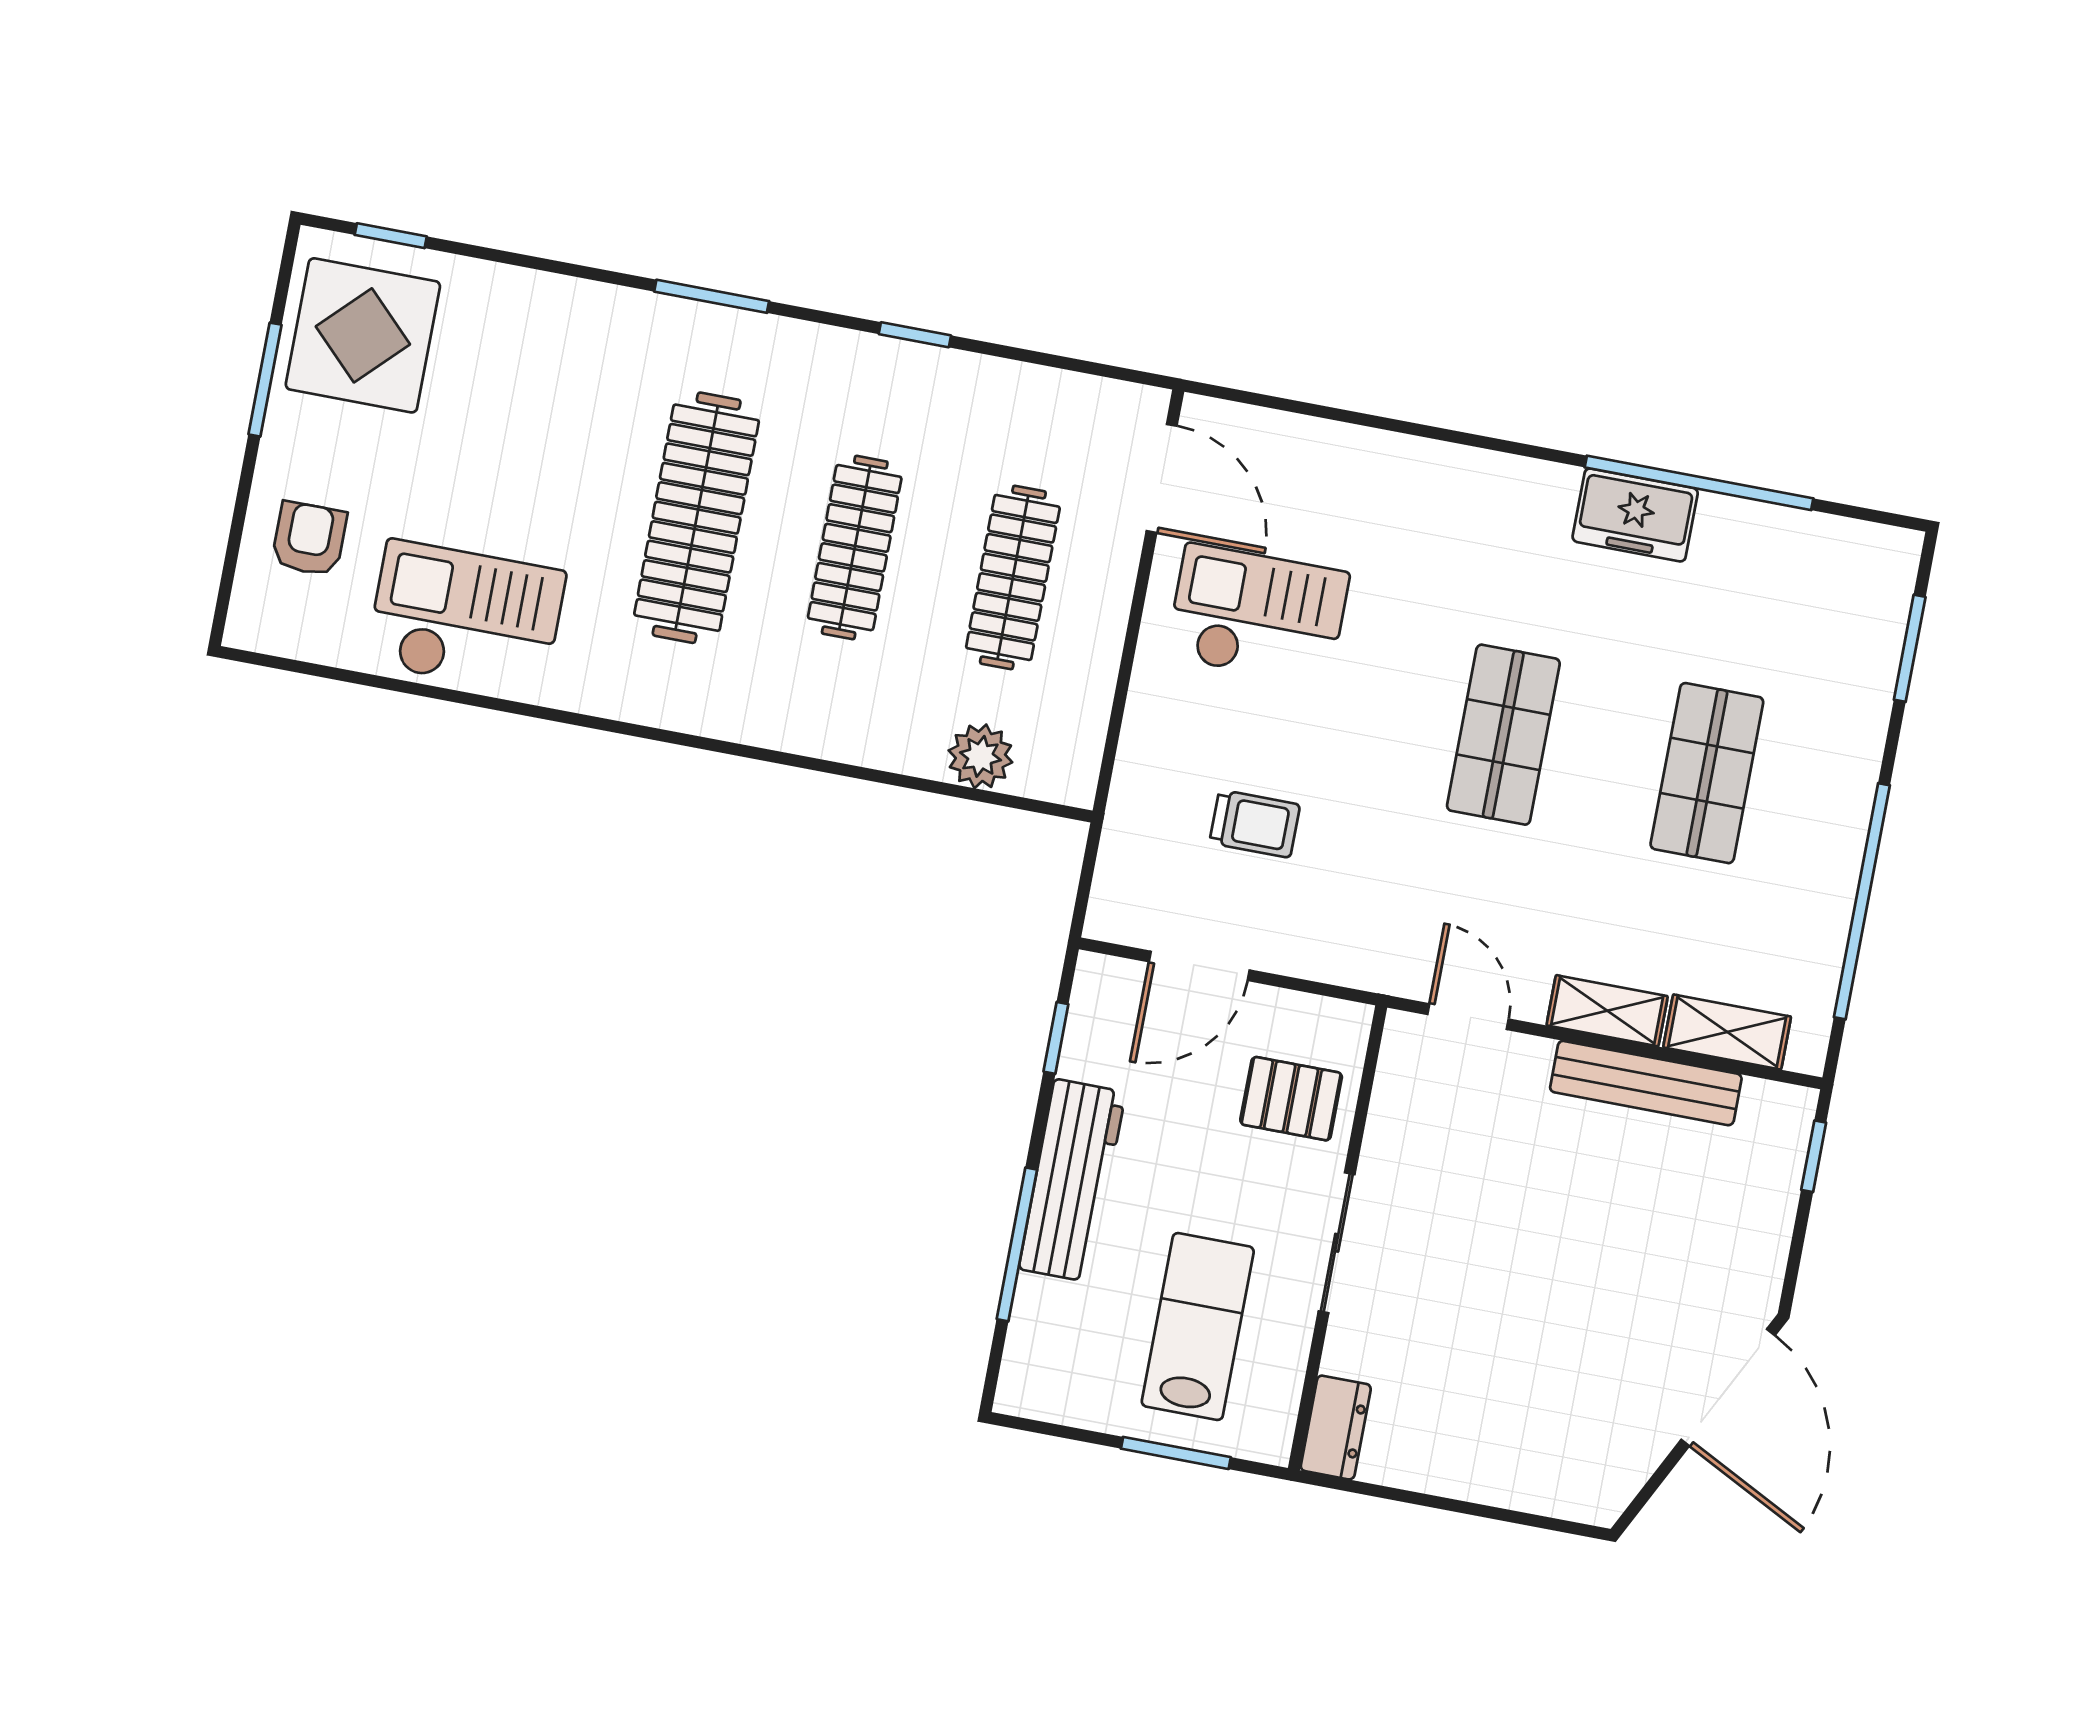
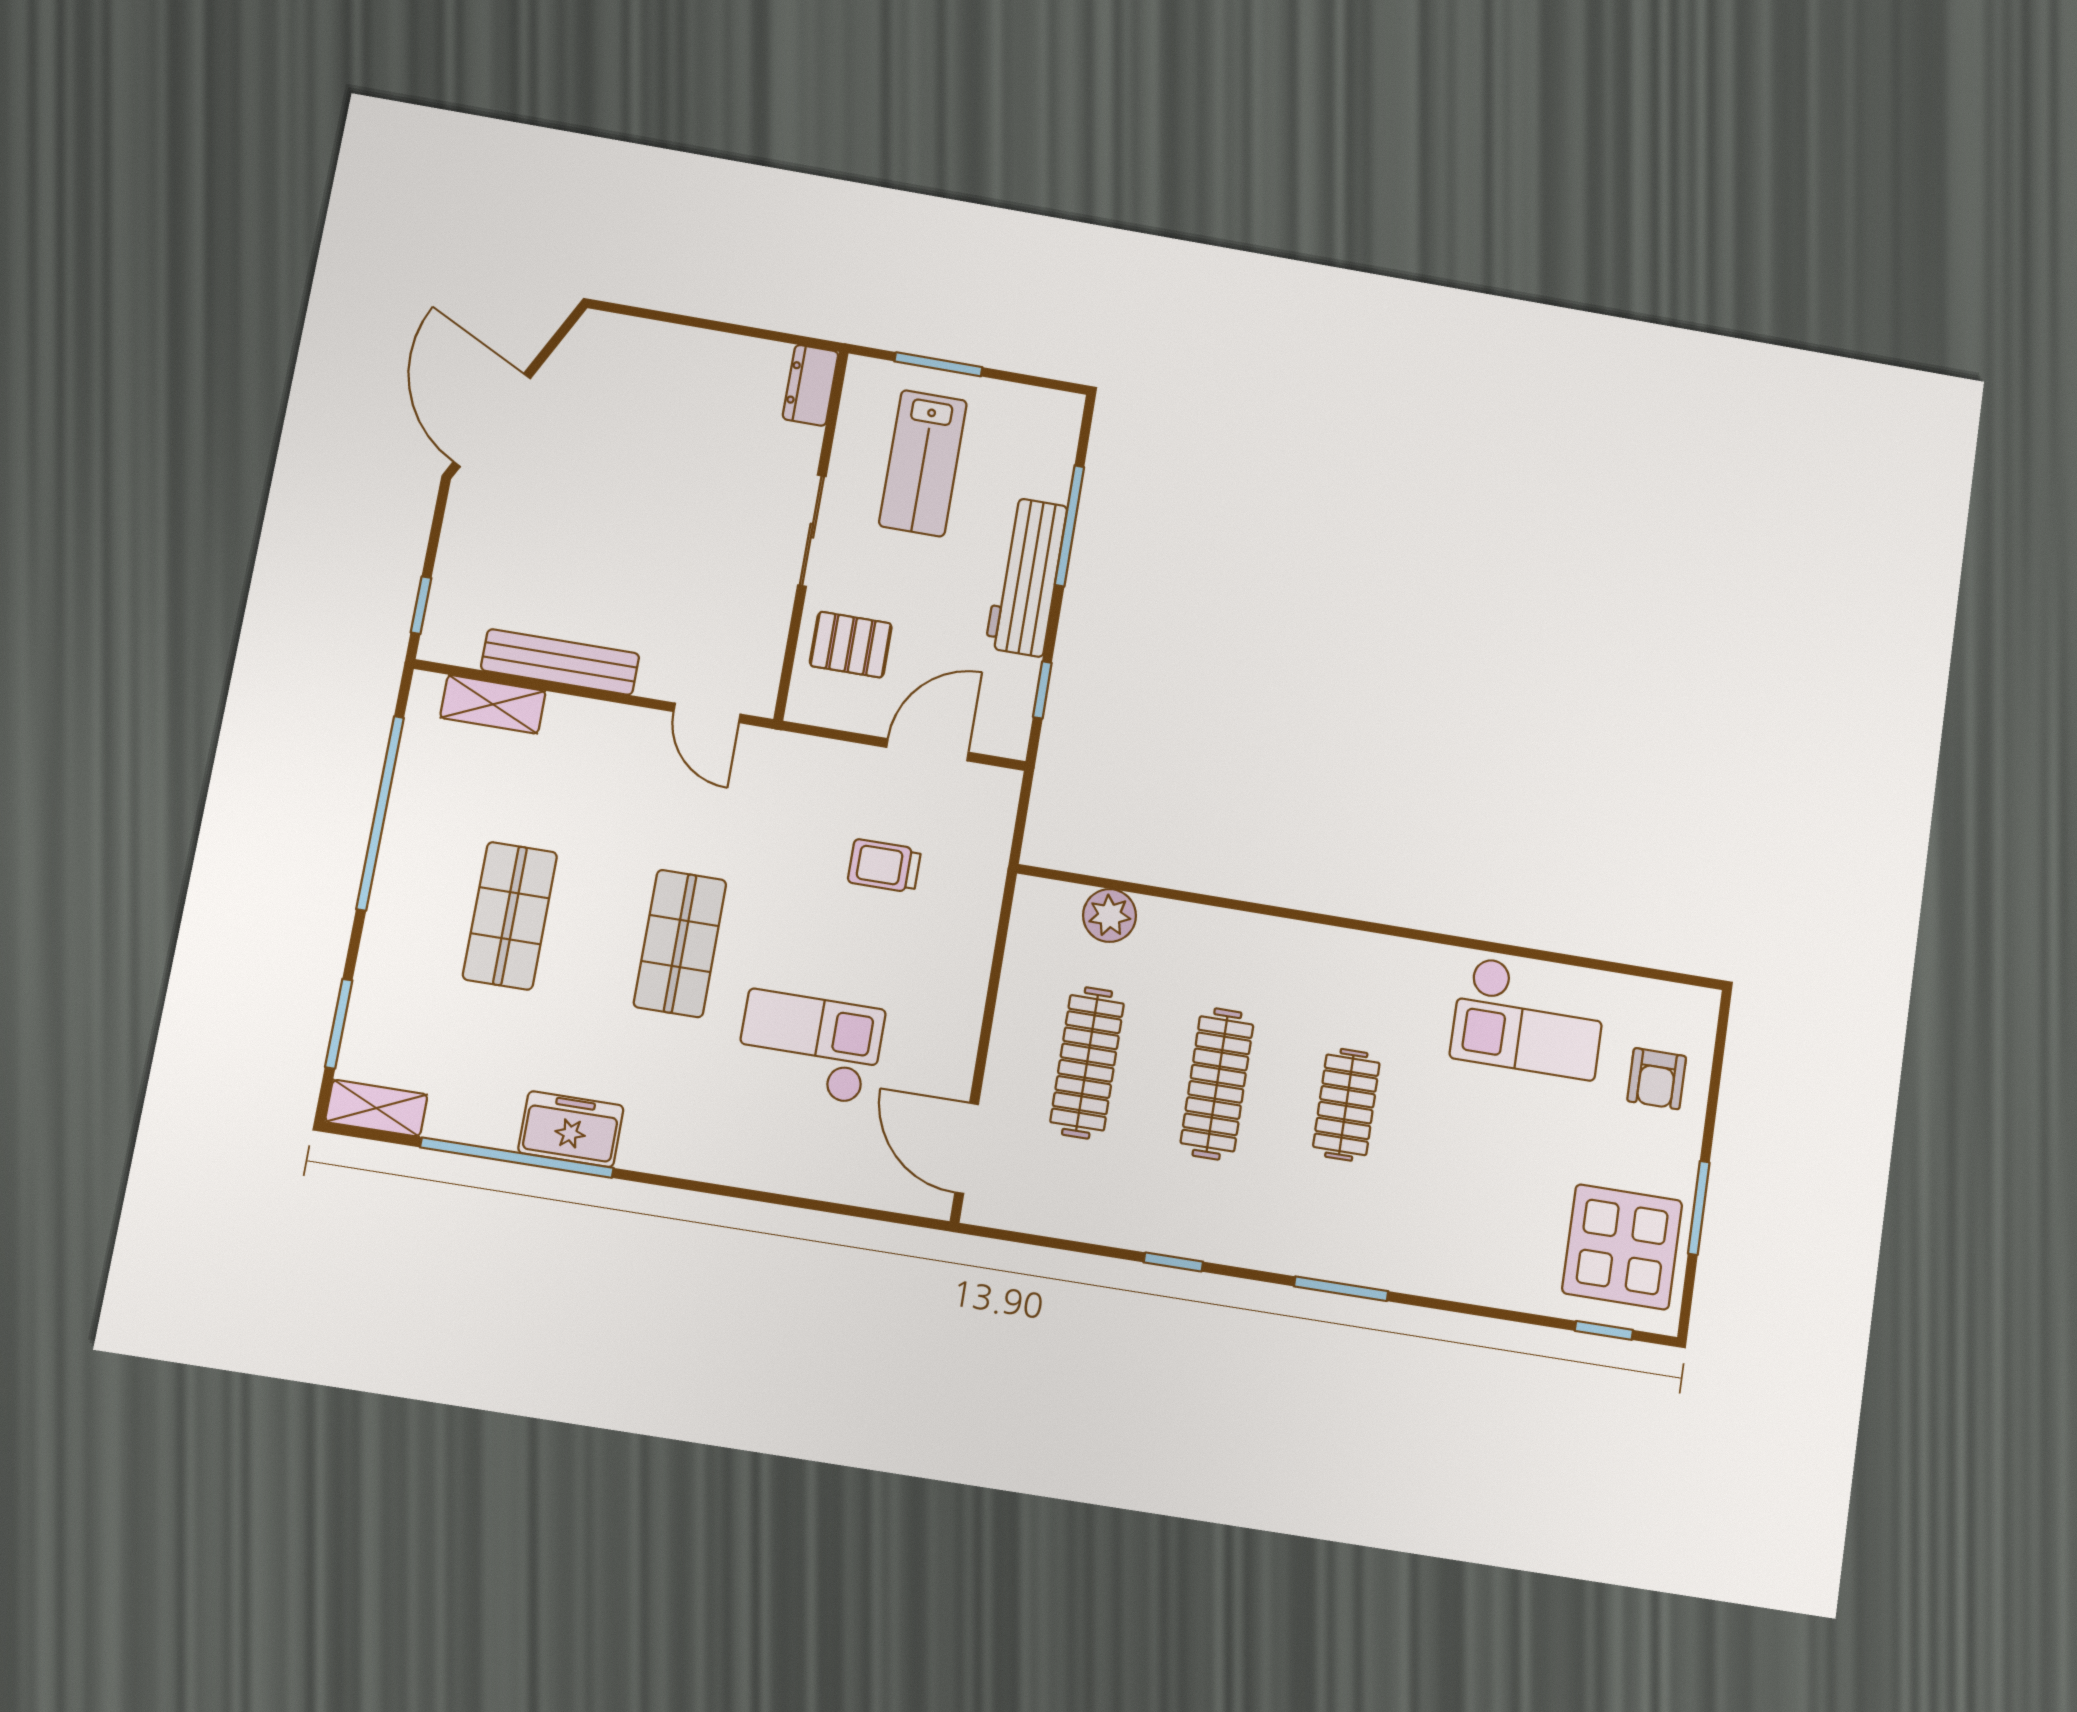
clothes rail: (697, 518) -> (1346, 1105), width x0.54, depth x0.76
checkout: (1258, 615) -> (810, 1047), moved, turned 180
shelving: (1607, 1011) -> (376, 1108), moved

